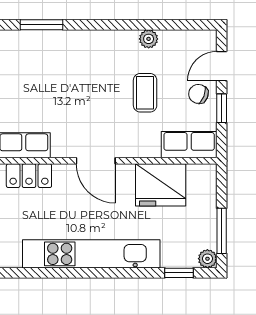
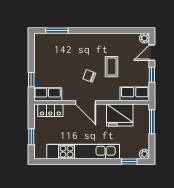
plant: (149, 39) -> (144, 38), moved
chair: (198, 94) -> (89, 76), moved
window: (222, 231) -> (152, 122), moved

